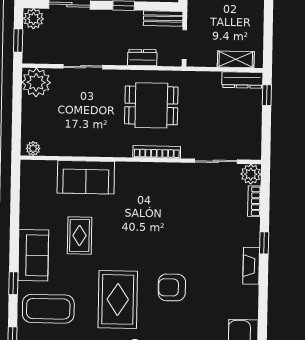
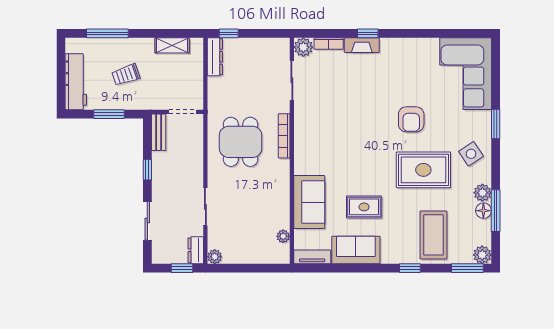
plant: (34, 19) -> (161, 254), removed
dresser: (142, 58) -> (196, 250), moved
shelving: (236, 59) -> (172, 45), moved, turned 90
plant: (36, 82) -> (215, 257), width x0.53, depth x0.53
plant: (33, 148) -> (283, 236), moved
tv unit: (27, 179) -> (312, 257), added
sofa: (33, 255) -> (356, 250), moved
fireplace: (251, 266) -> (362, 45), moved

